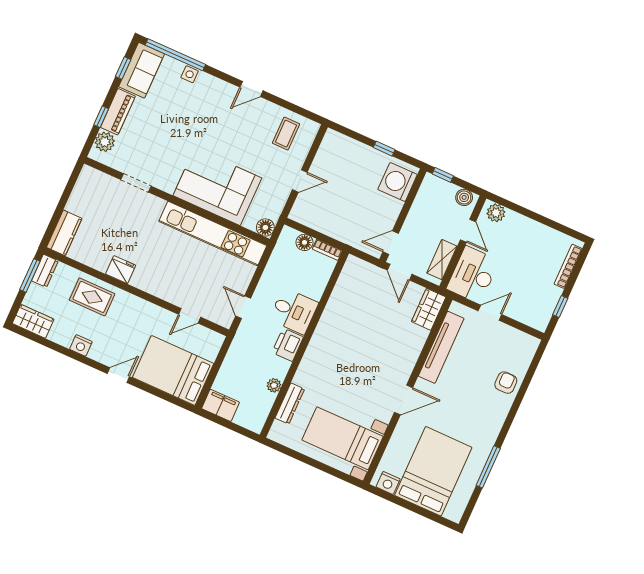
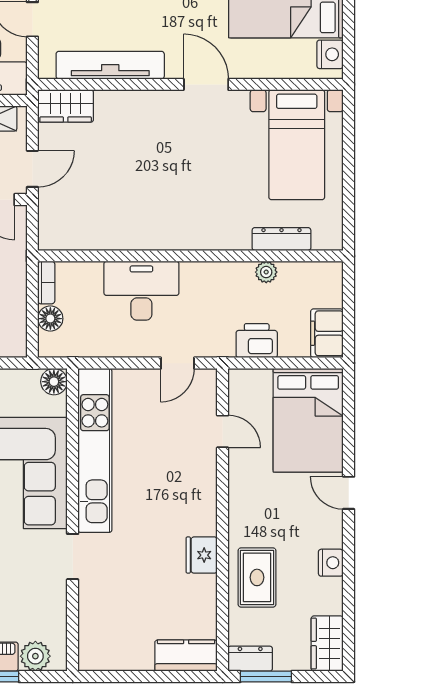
doorway: (136, 183) -> (73, 557), moved
desk: (294, 311) -> (141, 291), width x1.37
printer: (288, 345) -> (257, 341), moved, turned 180

